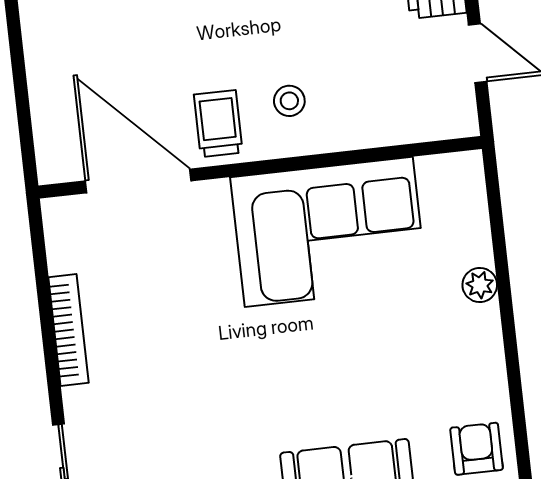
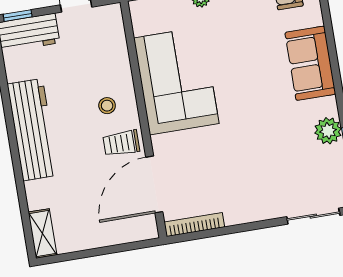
bookcase: (69, 330) -> (194, 225), moved

